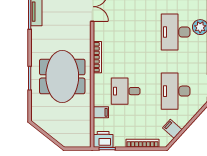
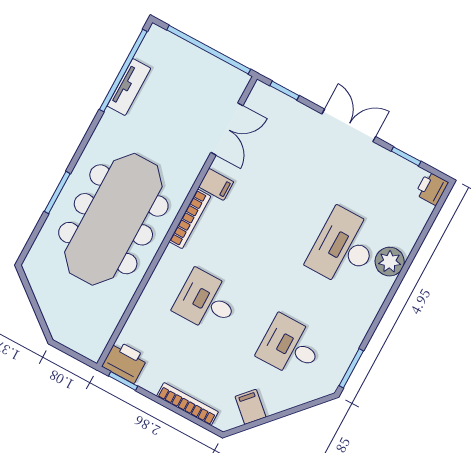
meeting table: (62, 76) -> (113, 219), width x1.36
desk: (176, 91) -> (290, 347), width x0.73
filing cabinet: (101, 112) -> (216, 184), moved

